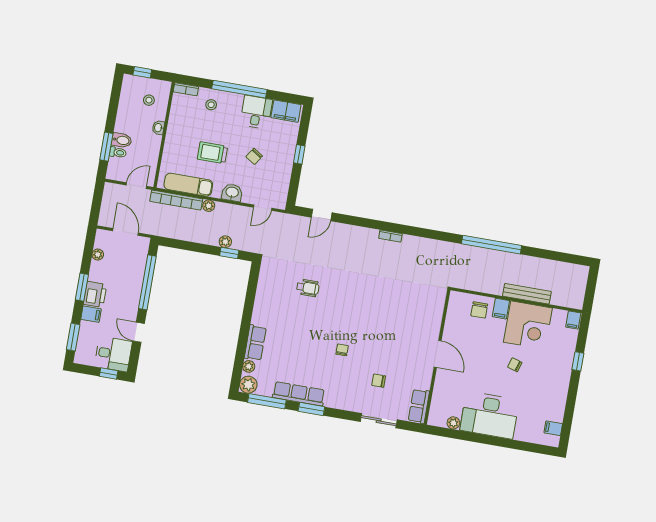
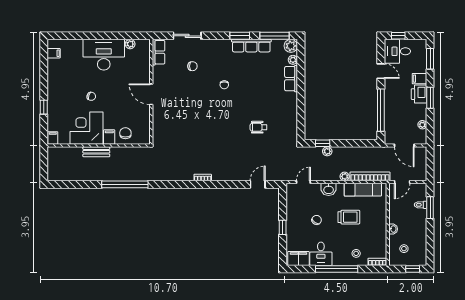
bidet: (122, 140) -> (419, 215), removed
bench: (527, 294) -> (96, 152), width x0.73

